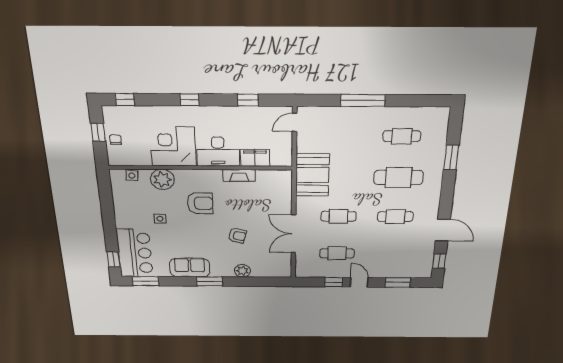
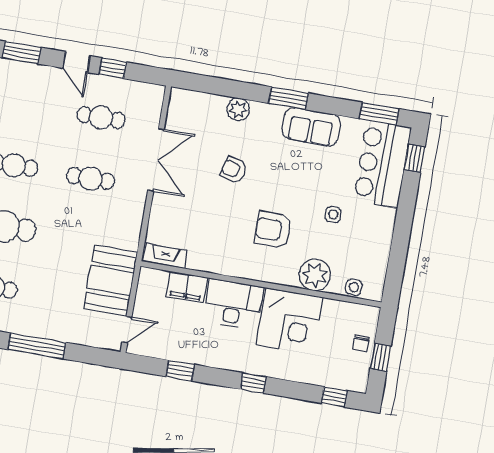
fireplace: (239, 175) -> (165, 256), moved
booth: (312, 175) -> (111, 280), moved

